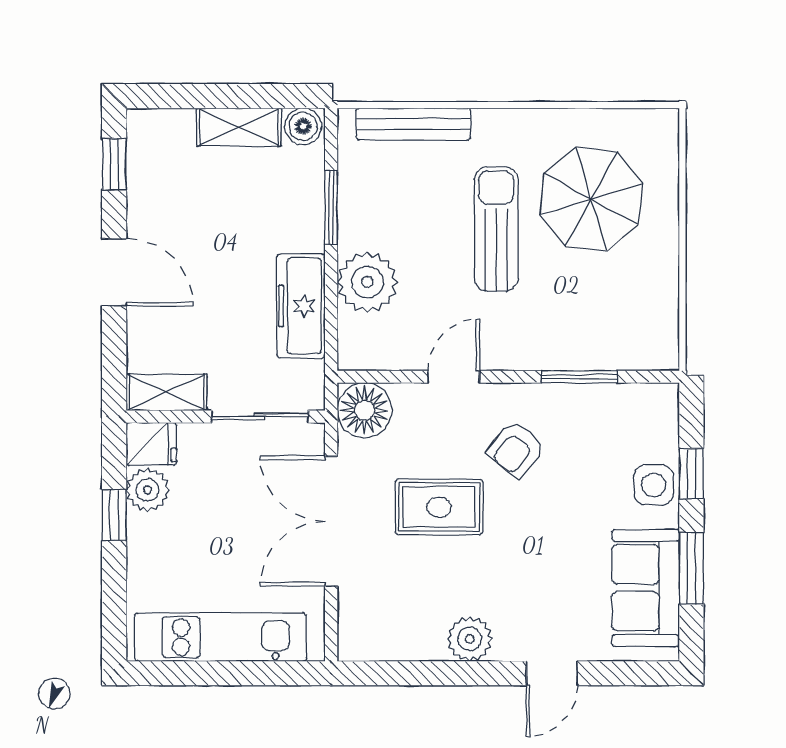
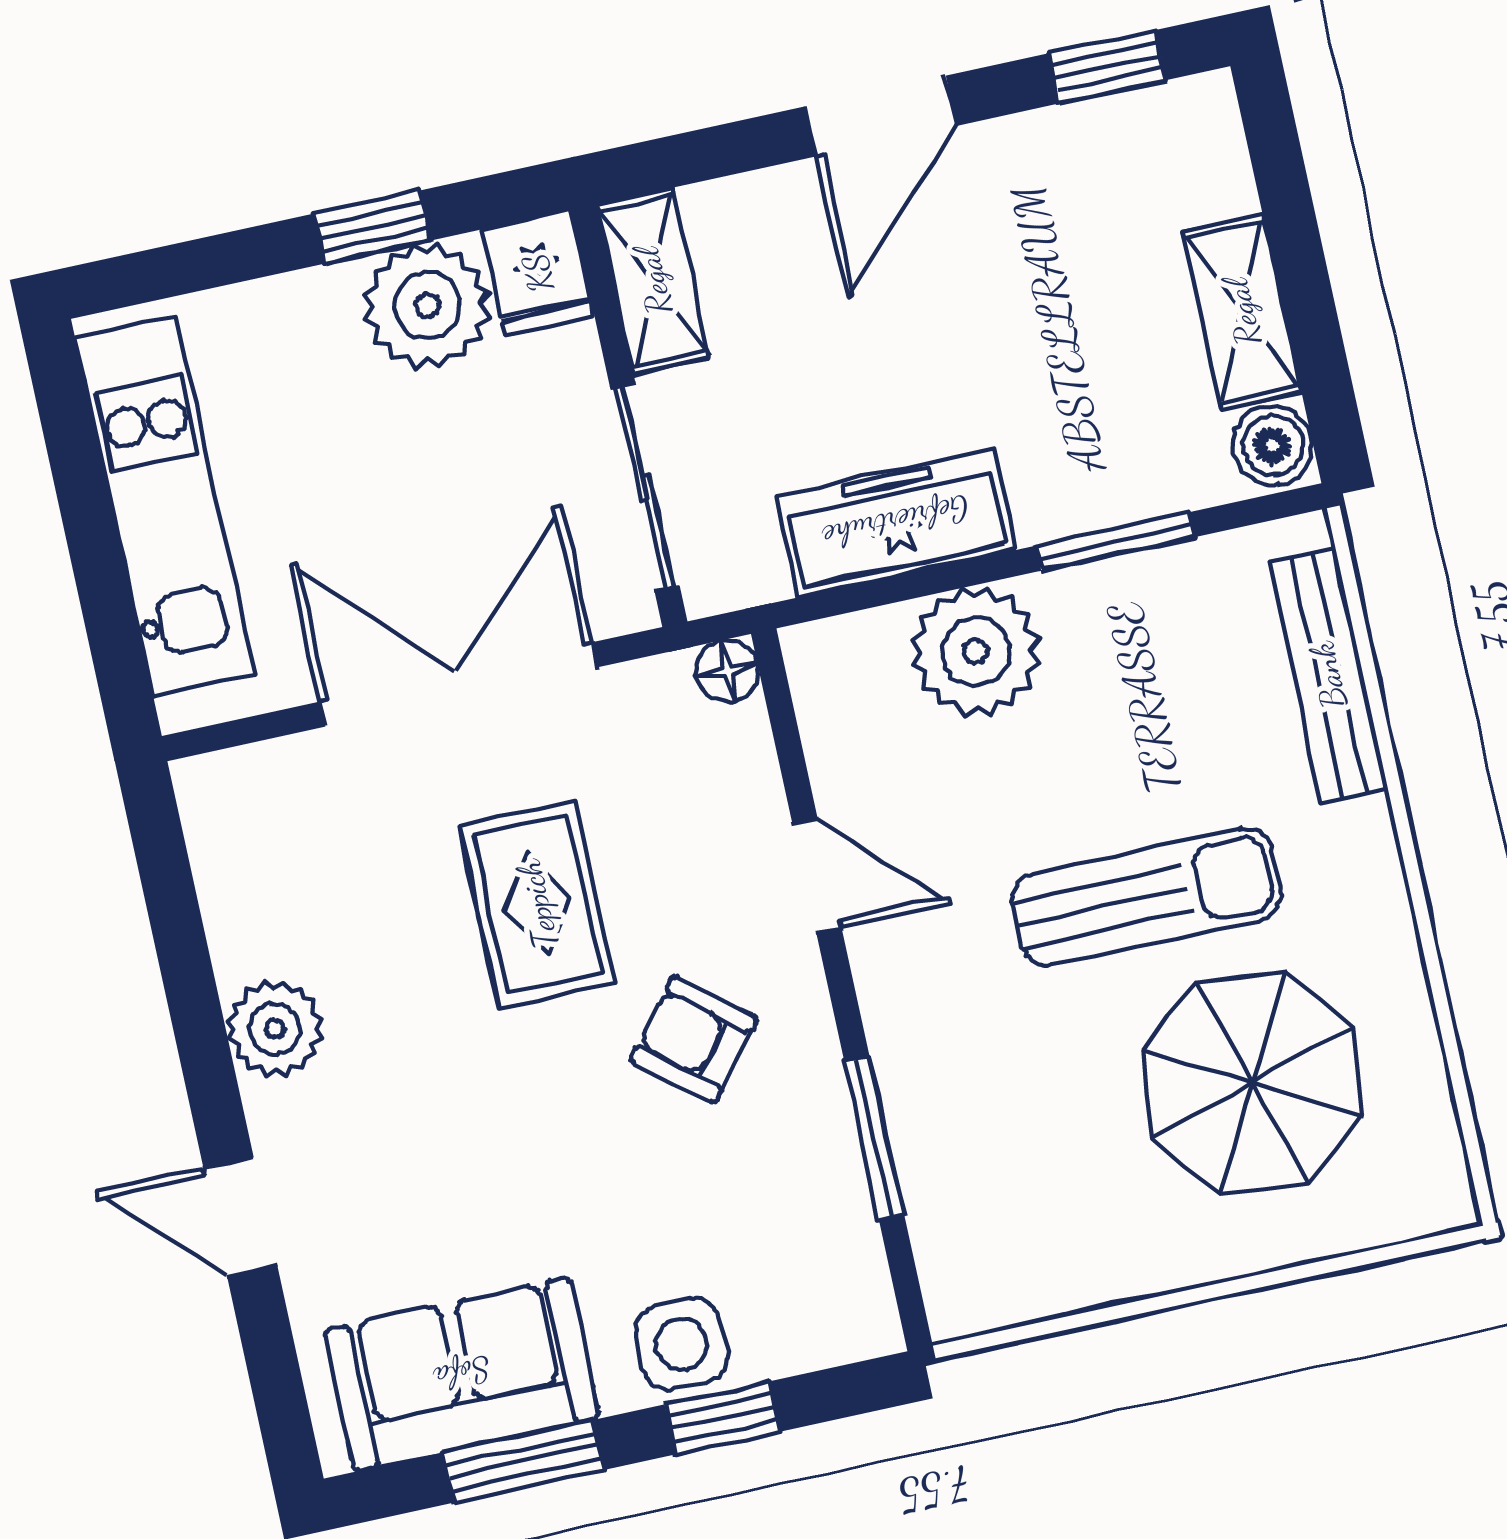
floor lamp: (365, 410) -> (727, 671), width x0.53, depth x0.53
plant: (148, 490) -> (427, 306), width x1.36, depth x1.36

